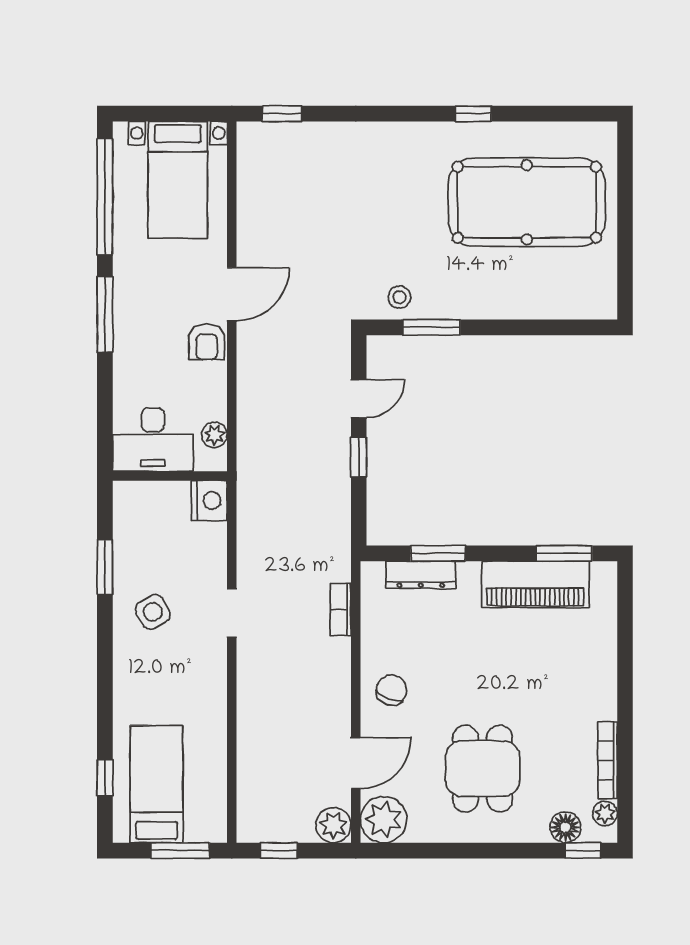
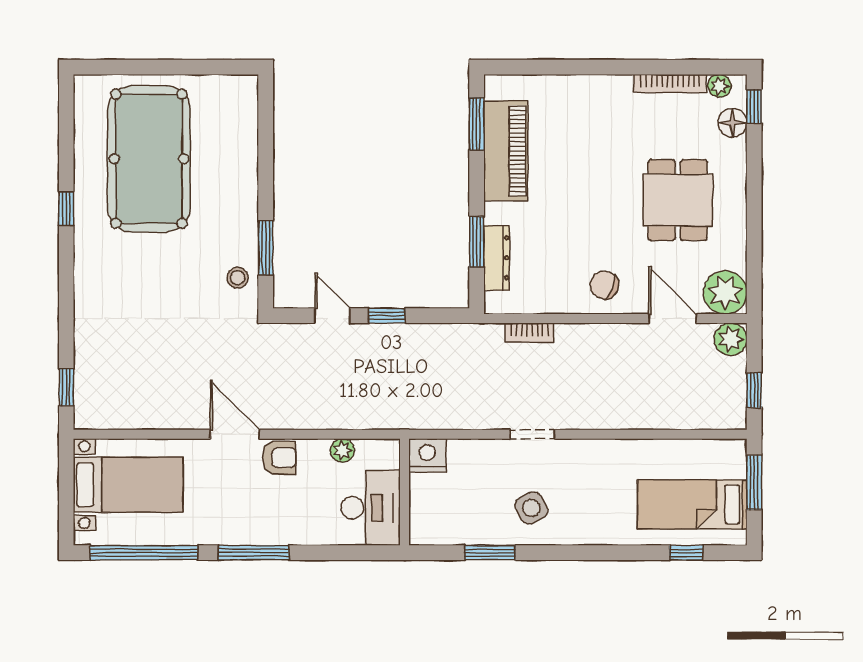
plant: (214, 435) -> (342, 450), moved
dining table: (483, 769) -> (678, 200), turned 90

